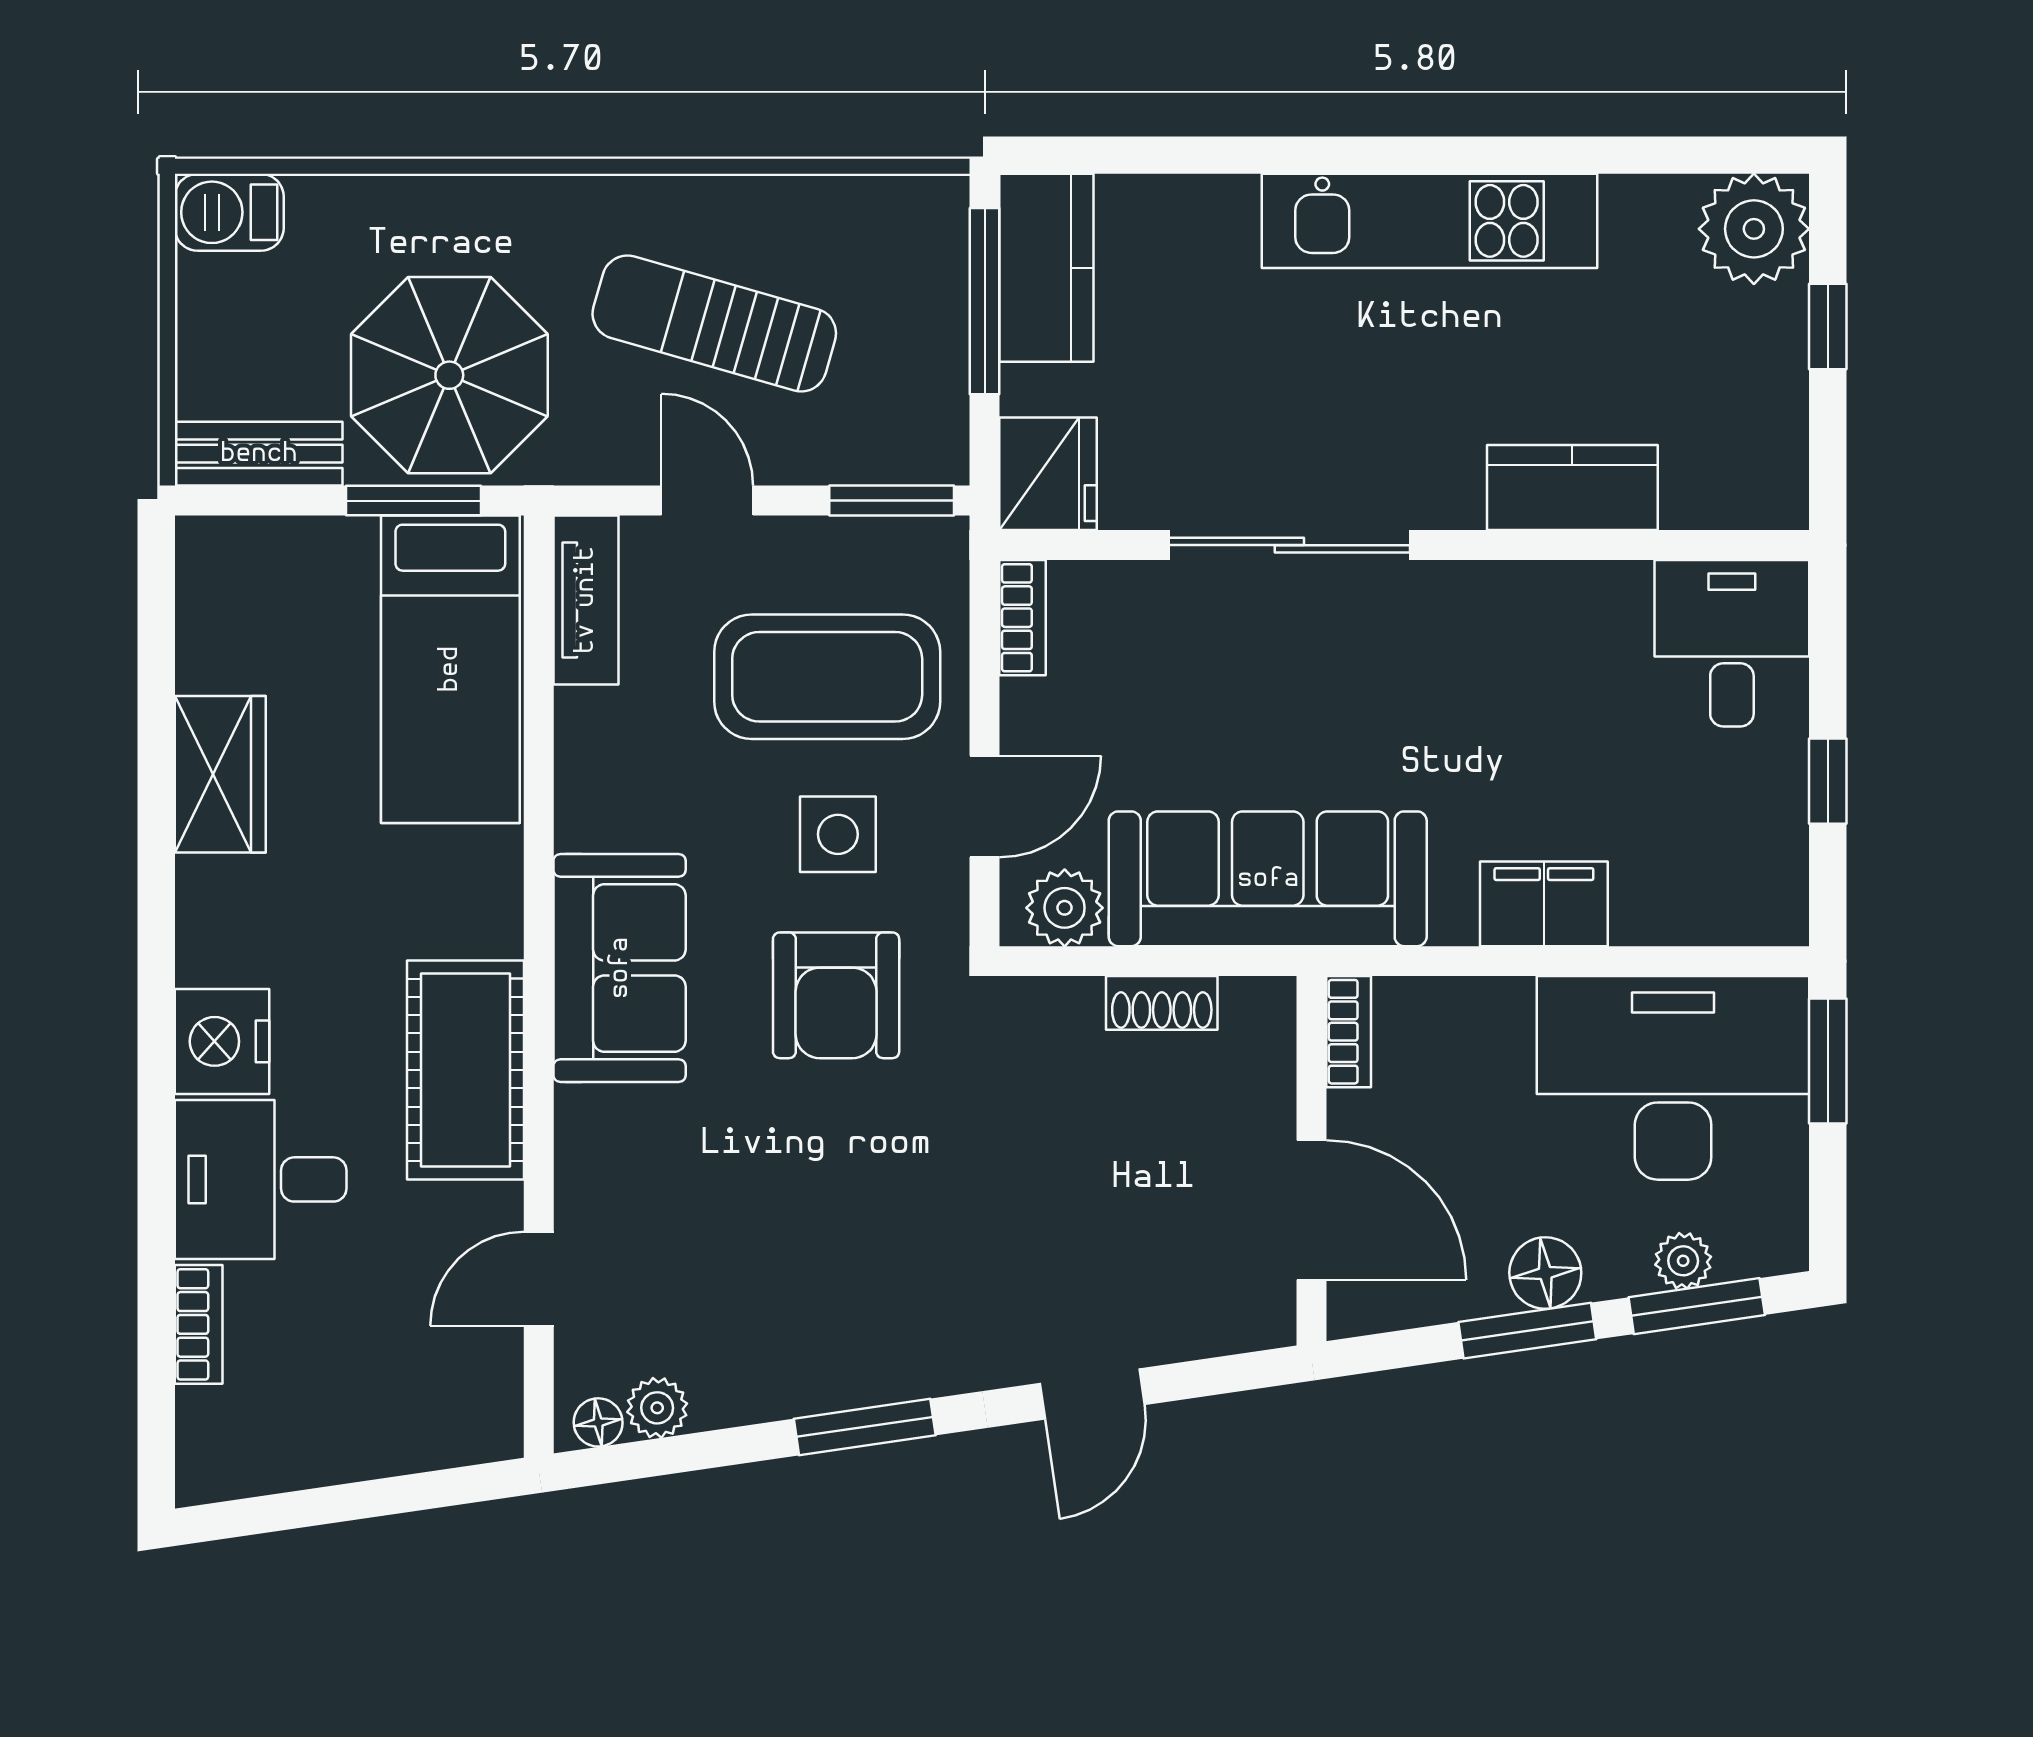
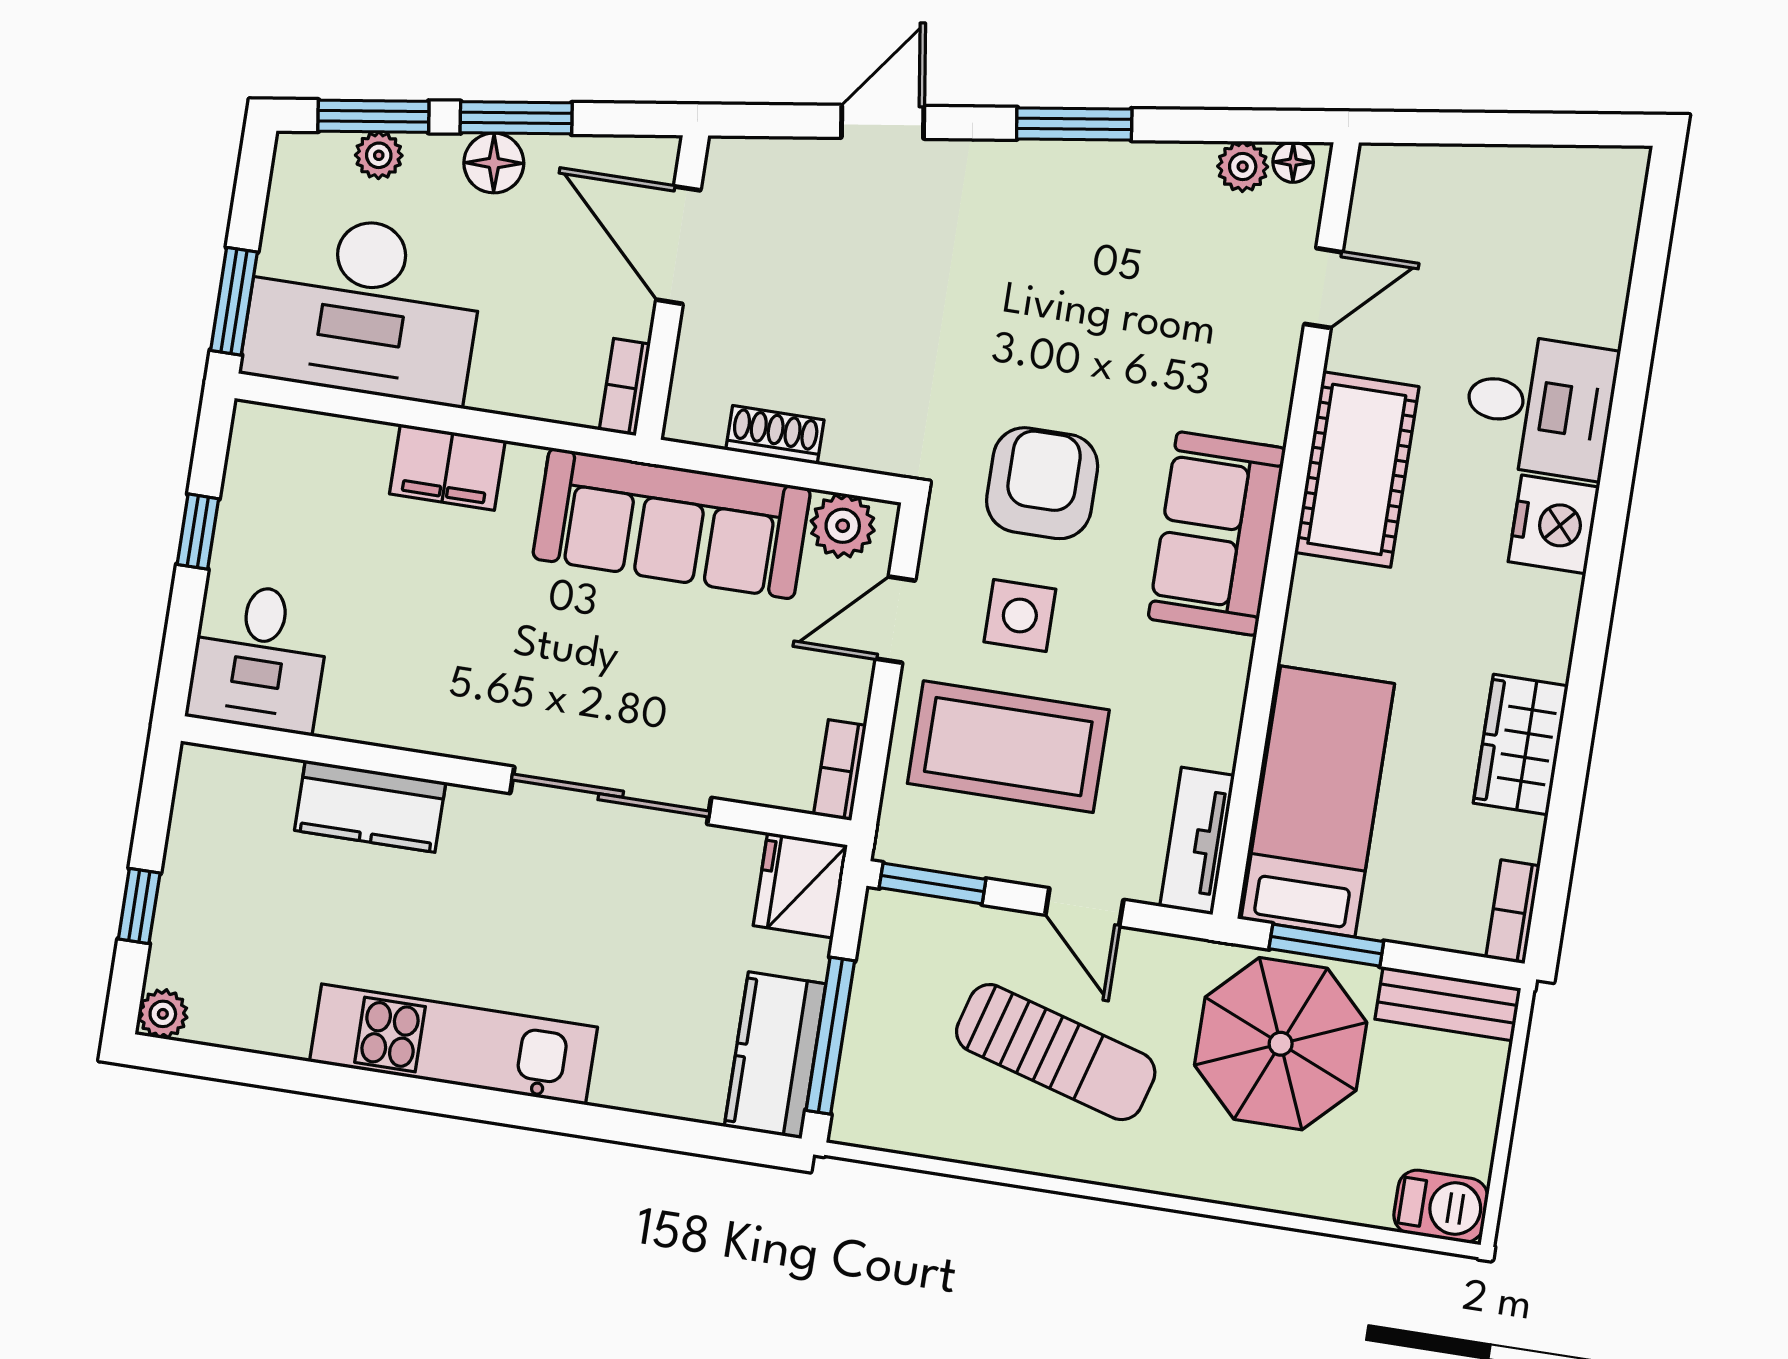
plant: (1754, 229) -> (163, 1014), width x0.53, depth x0.53
bookcase: (199, 1324) -> (1513, 912), moved

